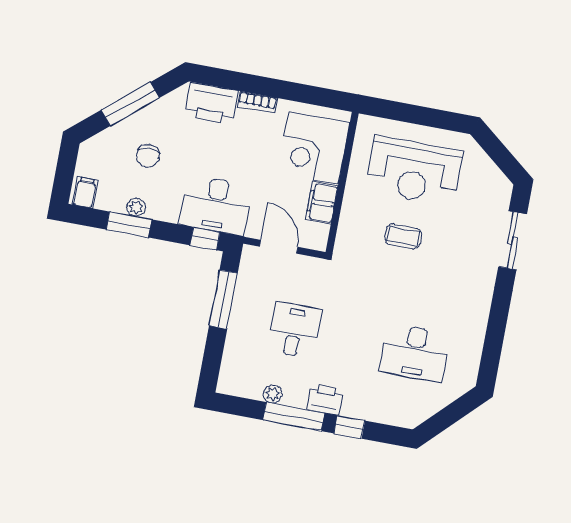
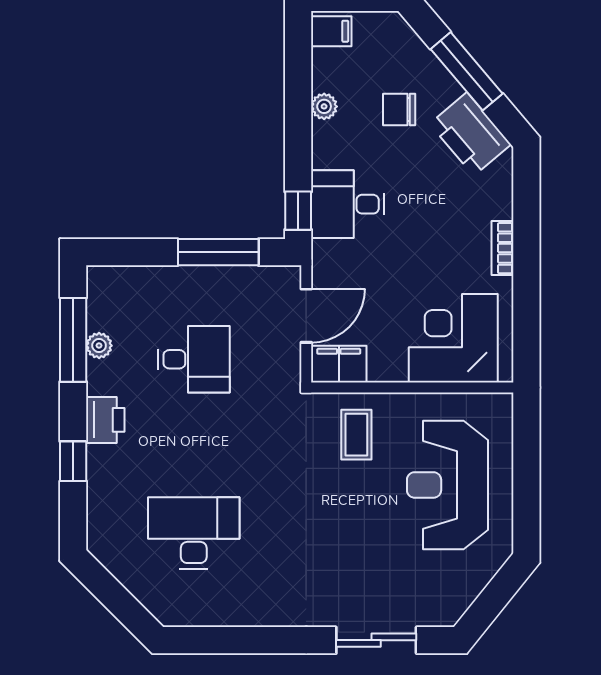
printer: (211, 103) -> (470, 134), moved, turned -40
filing cabinet: (322, 203) -> (339, 364), moved
desk: (216, 205) -> (348, 204), width x0.73
window: (129, 225) -> (298, 101), removed
coffee table: (403, 236) -> (356, 435), moved
desk: (415, 353) -> (194, 533), turned 90
window: (294, 417) -> (73, 340), moved

